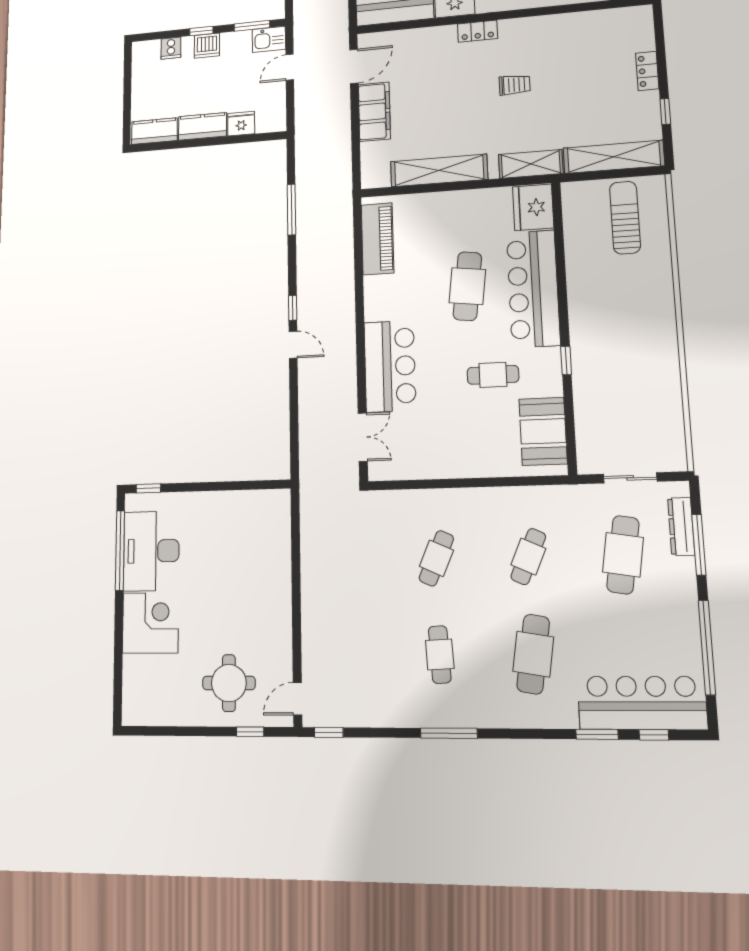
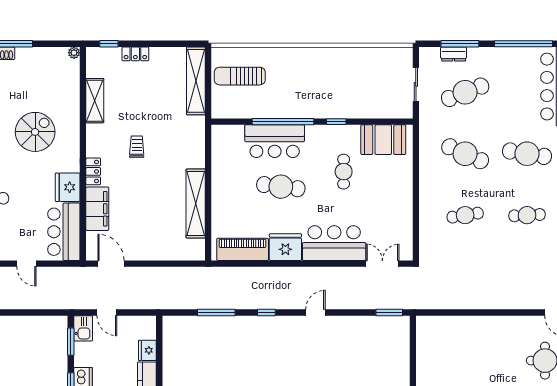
window: (665, 111) -> (109, 44), moved
filing cabinet: (374, 112) -> (97, 209), moved, turned 90
shelving: (531, 164) -> (95, 101), moved
fridge: (533, 207) -> (285, 247), moved, turned 180
window: (562, 283) -> (283, 122), added
bar counter: (533, 289) -> (275, 141), width x0.73
window: (293, 308) -> (266, 313), moved
window: (294, 450) -> (389, 313), added
dresser: (681, 526) -> (454, 54), width x0.70
cafe table: (623, 555) -> (465, 92), turned -30
cafe table: (528, 557) -> (465, 154), width x1.37, depth x1.35
cafe table: (436, 558) -> (465, 215), turned -33

